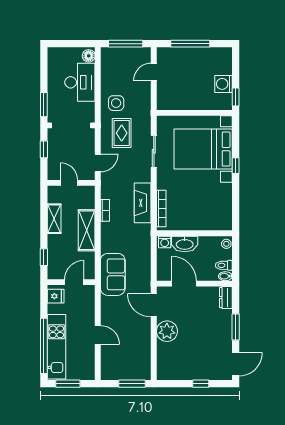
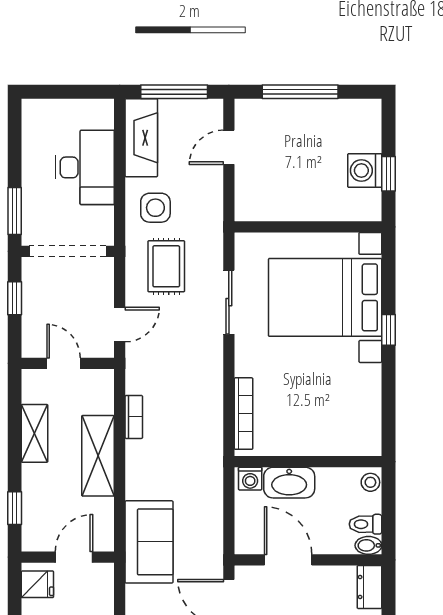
floor lamp: (89, 56) -> (102, 116), removed
window: (236, 97) -> (389, 174), moved
fireplace: (143, 203) -> (141, 138), moved, turned 180

